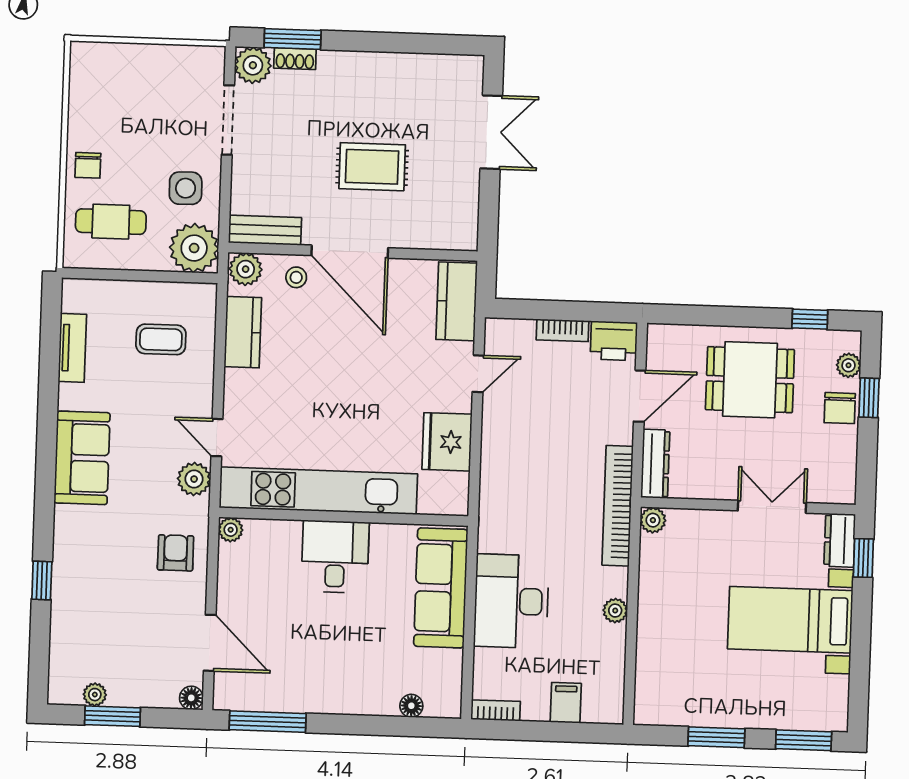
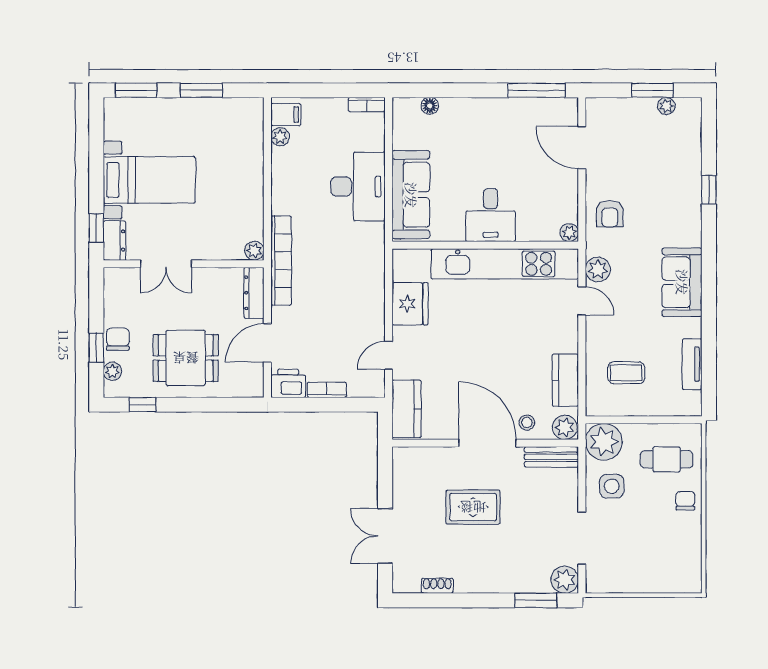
shoe rack: (295, 59) -> (437, 586), moved
plant: (615, 611) -> (280, 137), moved
floor lamp: (191, 698) -> (594, 106), removed
filing cabinet: (566, 703) -> (286, 115), moved, turned -90

